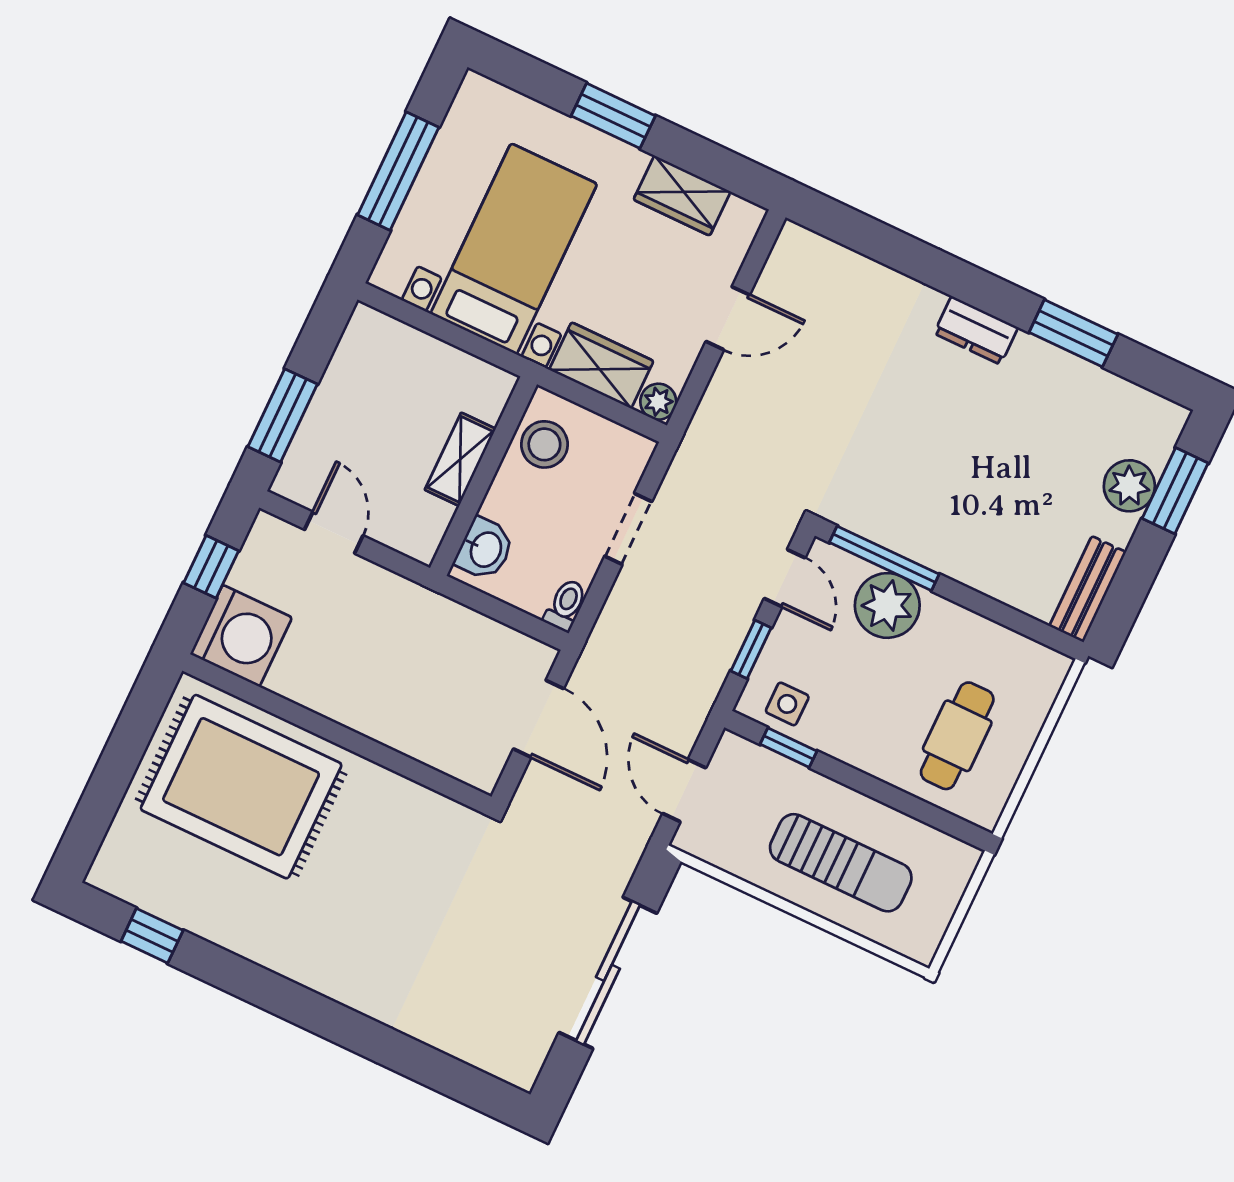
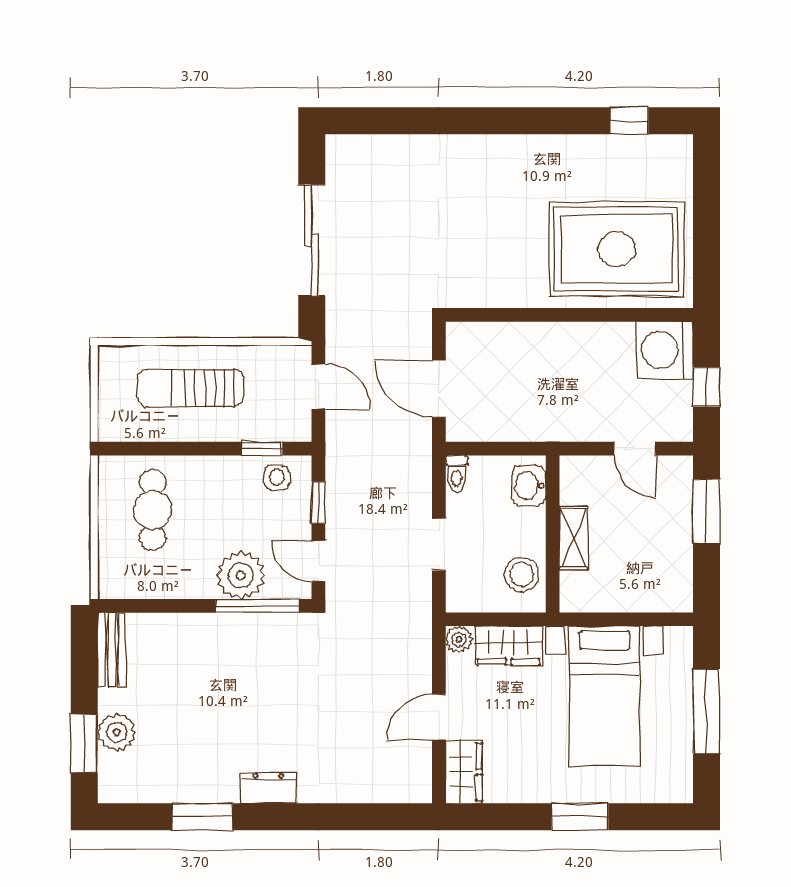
wardrobe: (682, 195) -> (464, 772), moved, turned 90

